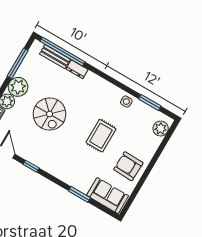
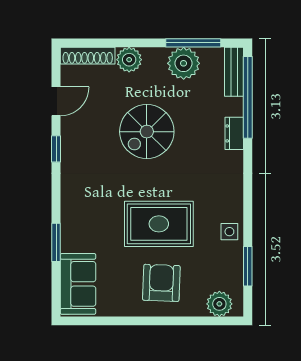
bench: (55, 57) -> (234, 72), moved
plant: (18, 87) -> (184, 63), moved
rug: (101, 136) -> (159, 224), width x1.36, depth x1.43
armchair: (128, 166) -> (161, 283), moved

